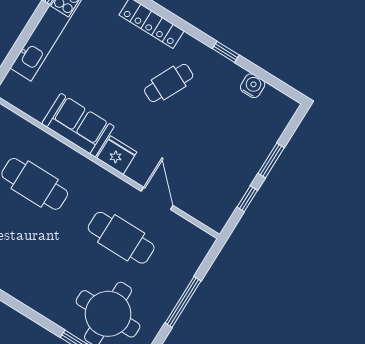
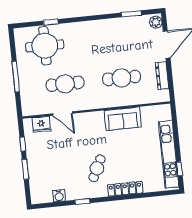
fridge: (117, 155) -> (41, 124), moved

